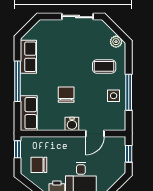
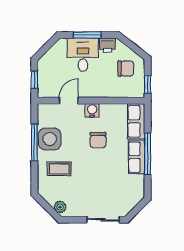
sliding door: (78, 17) -> (103, 220), moved
plant: (116, 42) -> (60, 207), moved
row of seats: (28, 57) -> (136, 157), moved
side table: (114, 96) -> (50, 139), width x1.87, depth x1.87

